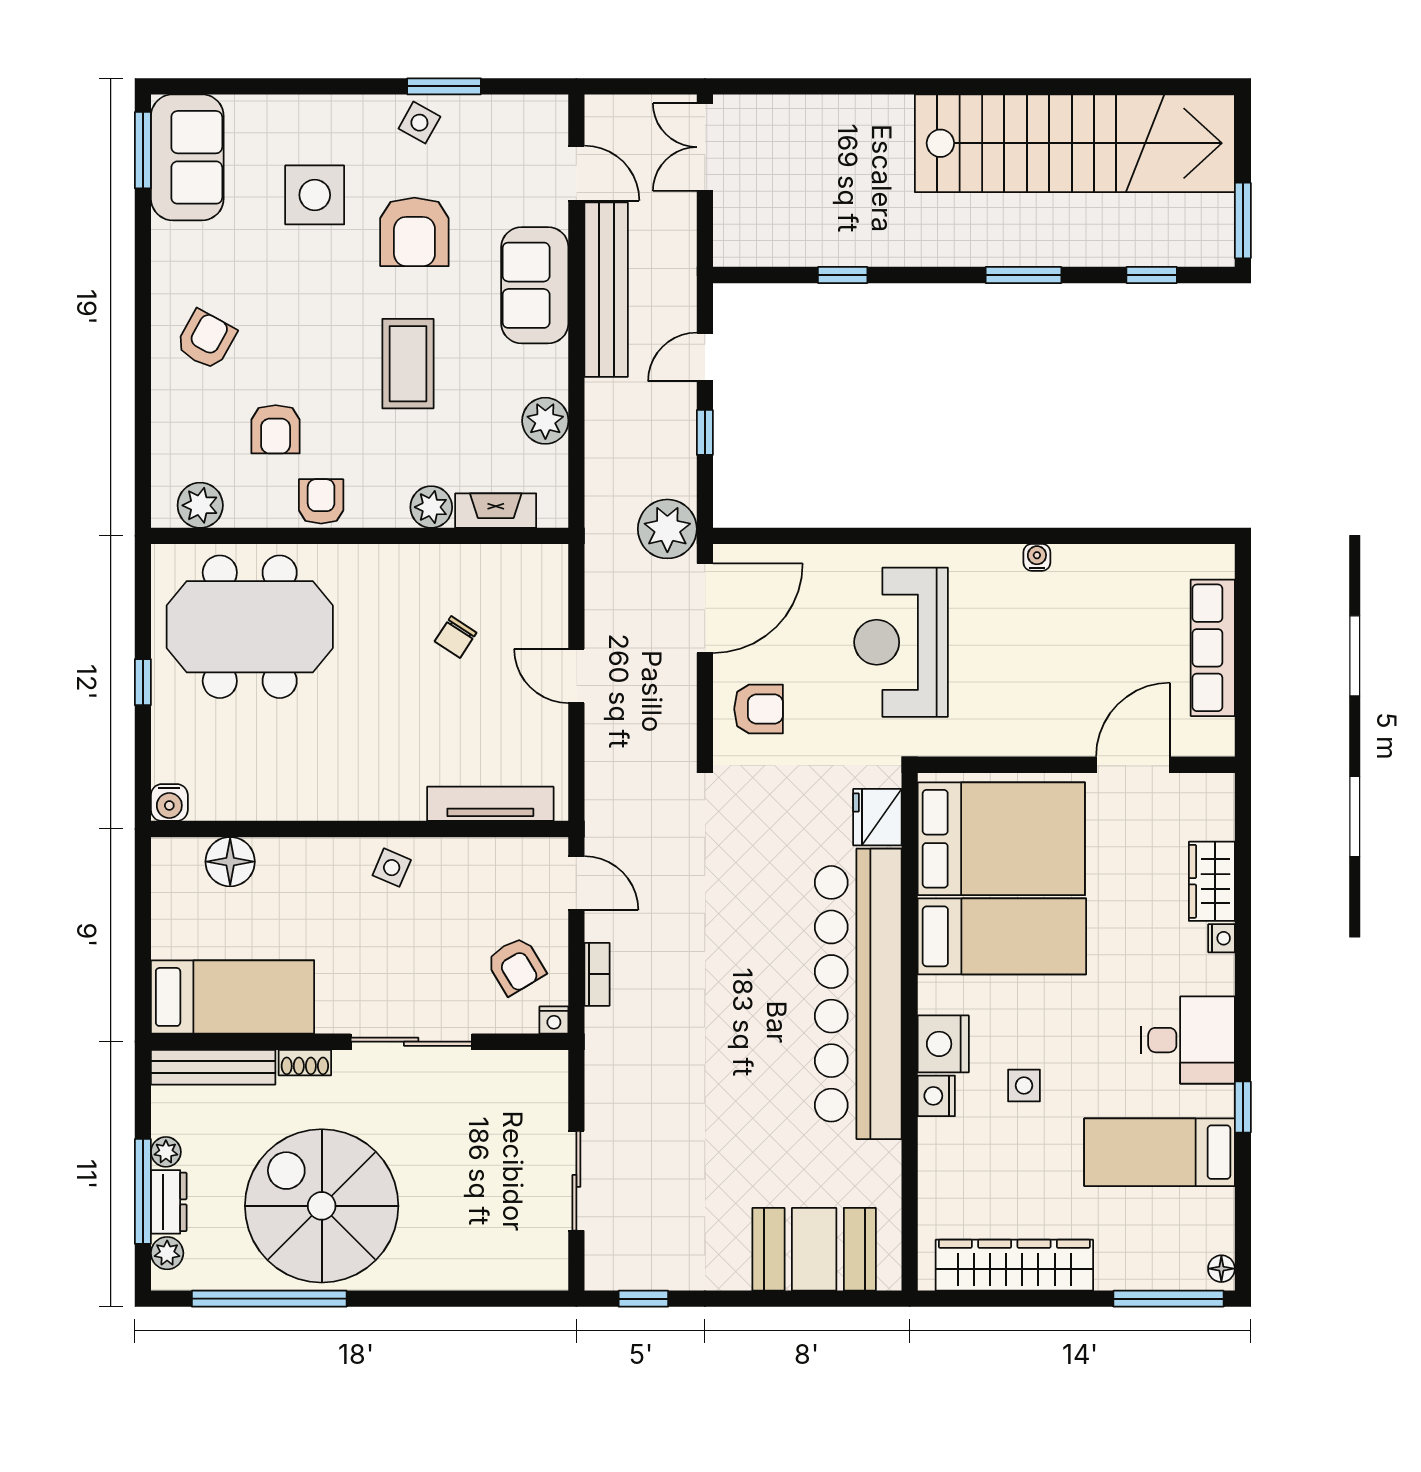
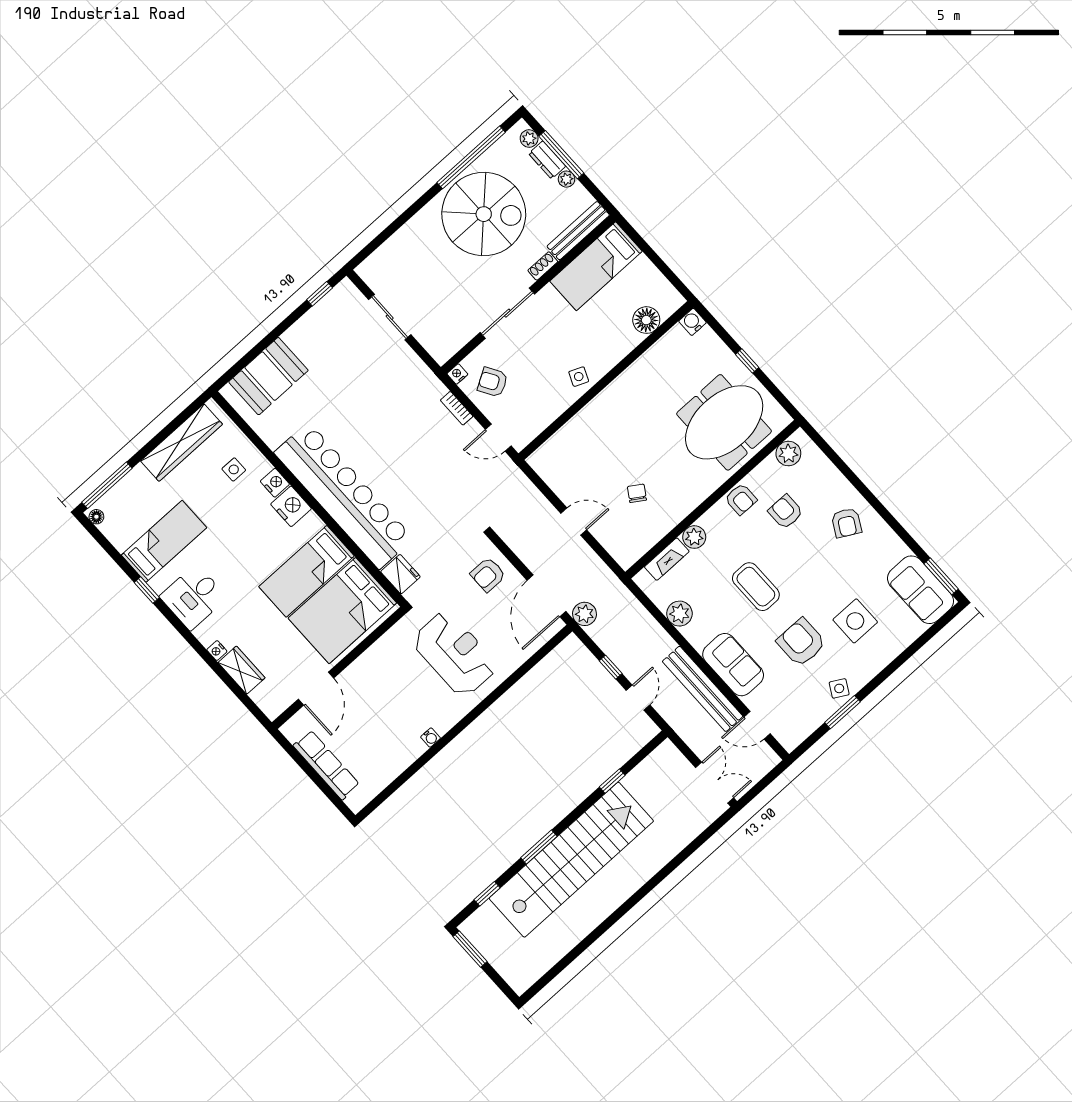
stairs: (1075, 143) -> (571, 860), moved, turned 180
plant: (667, 529) -> (584, 614), width x0.73, depth x0.73
tv unit: (490, 804) -> (562, 438), removed
side table: (1024, 1086) -> (234, 469), moved

